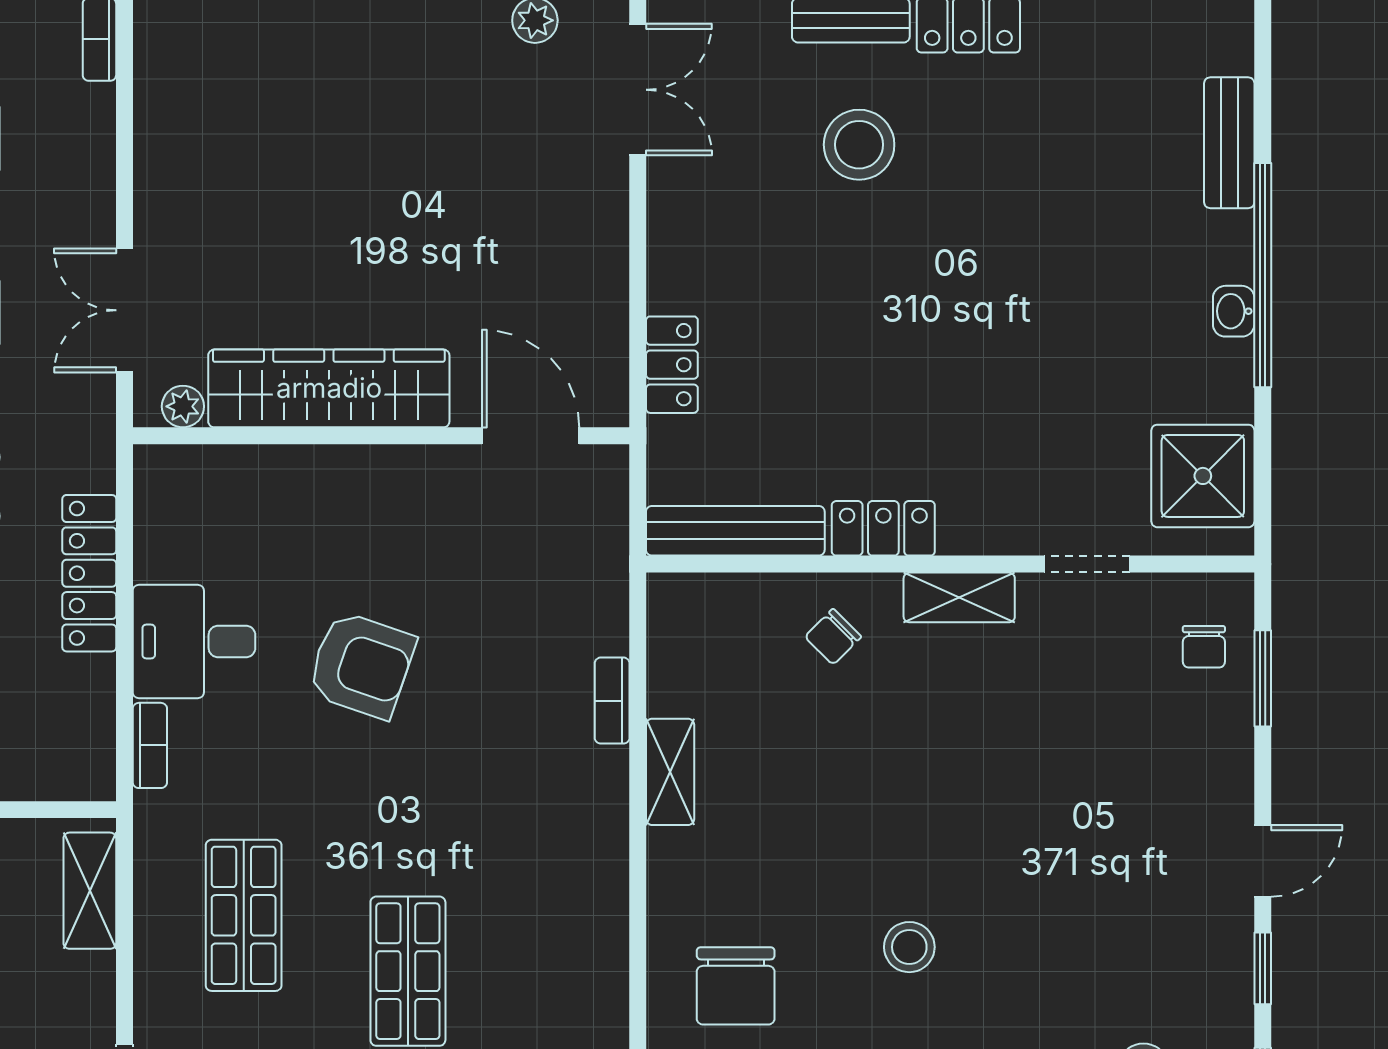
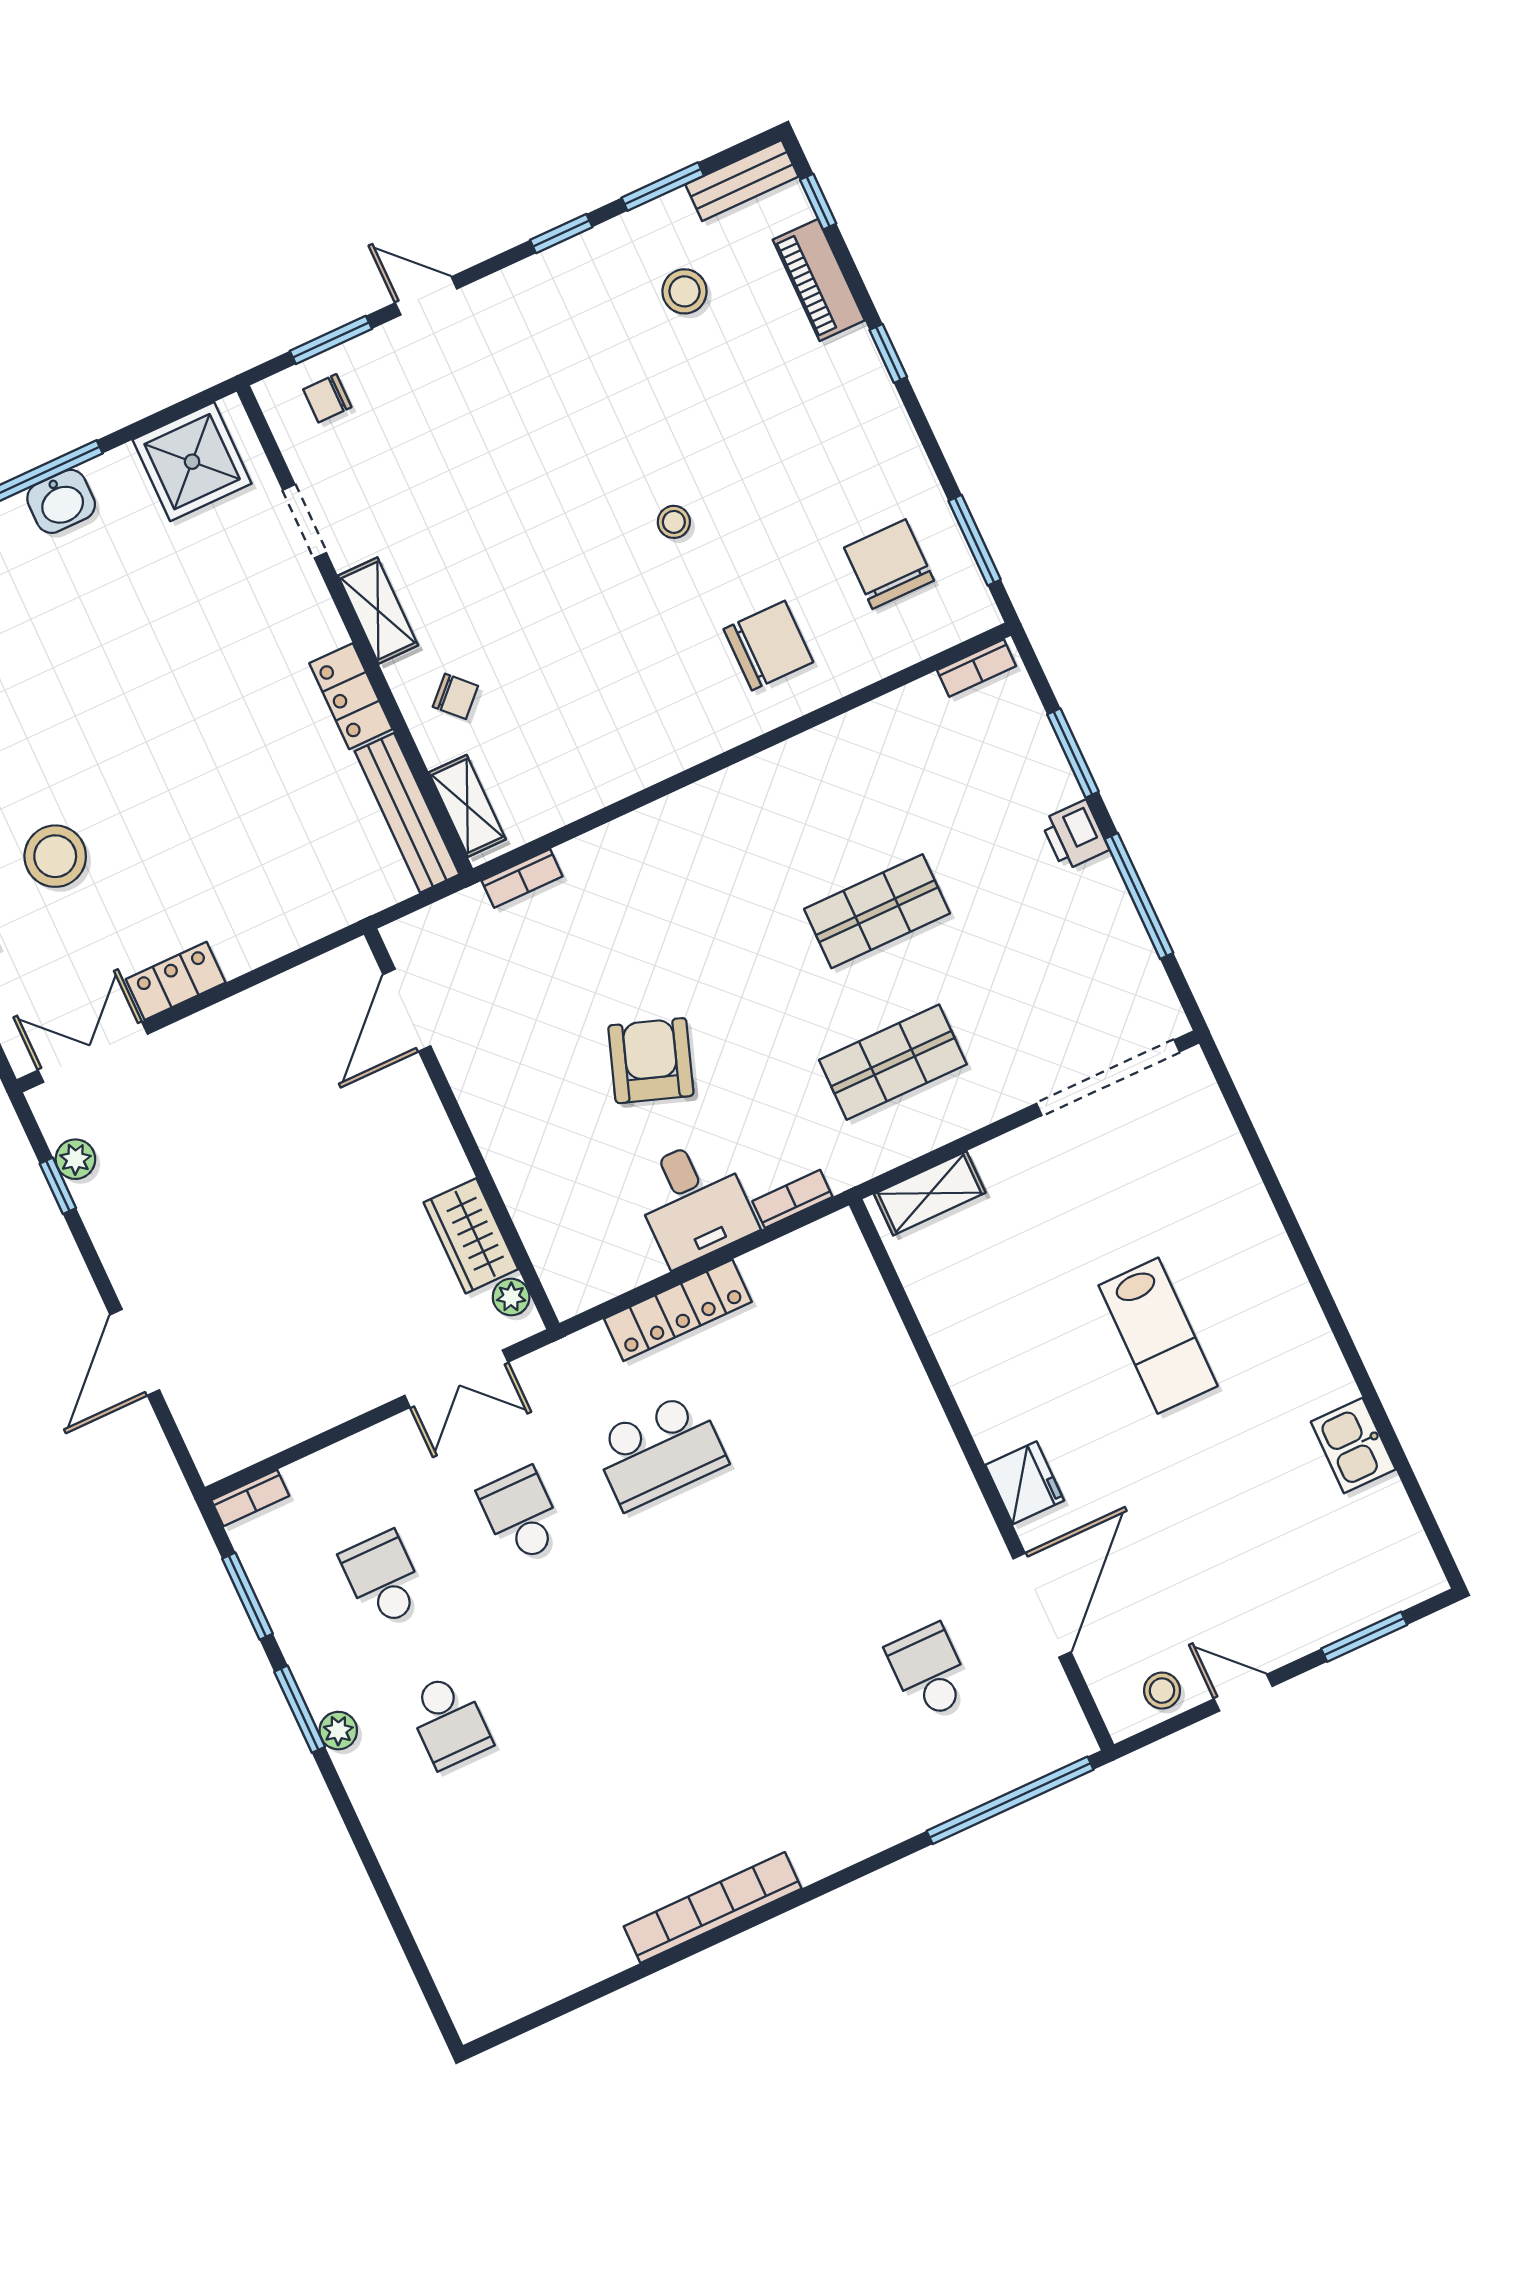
washbasin: (1234, 311) -> (61, 501), width x1.38, depth x1.45
locker: (672, 365) -> (176, 981), moved
wardrobe: (329, 388) -> (471, 1236), width x0.48, depth x0.85
chair: (1204, 647) -> (327, 398), turned 180
bookcase: (612, 701) -> (522, 878), moved
shelving: (670, 772) -> (467, 806), moved, turned 90
door: (1263, 861) -> (426, 296), moved
stool: (909, 947) -> (674, 522), width x0.73, depth x0.73

